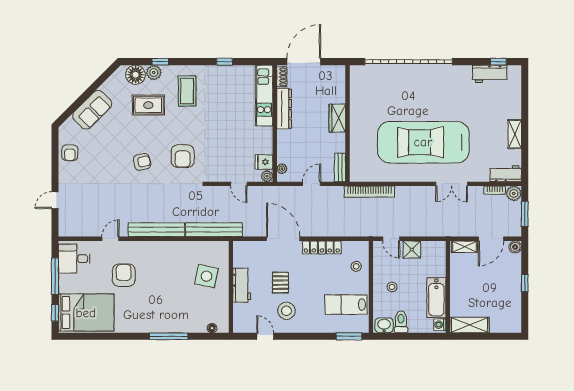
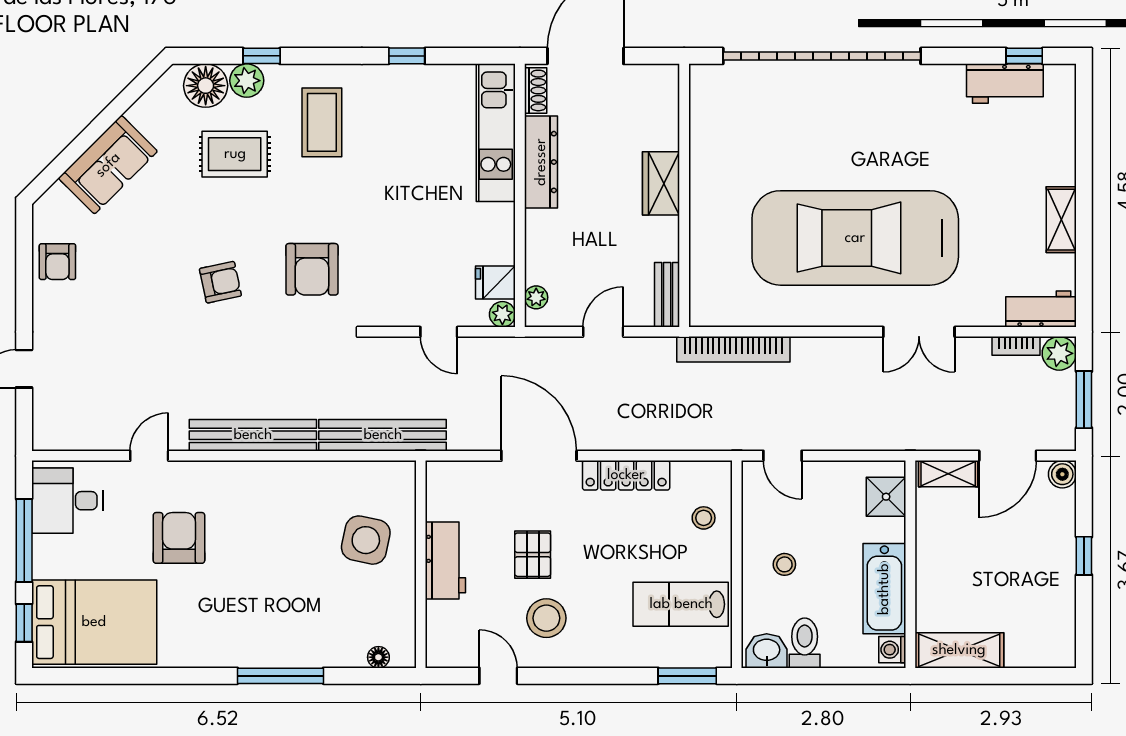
shower: (412, 250) -> (886, 497), moved

